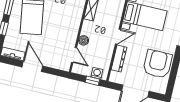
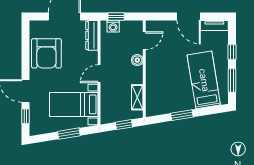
door: (74, 55) -> (144, 41), swing flipped
dresser: (119, 58) -> (92, 35), moved

